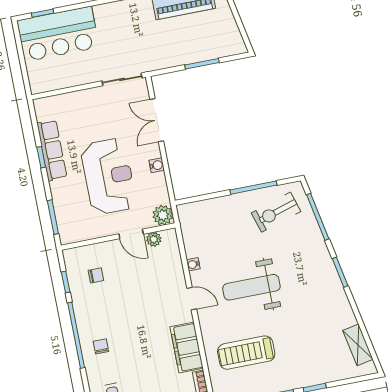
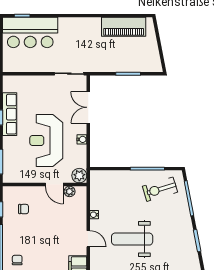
reception desk: (109, 176) -> (46, 141), turned 180

